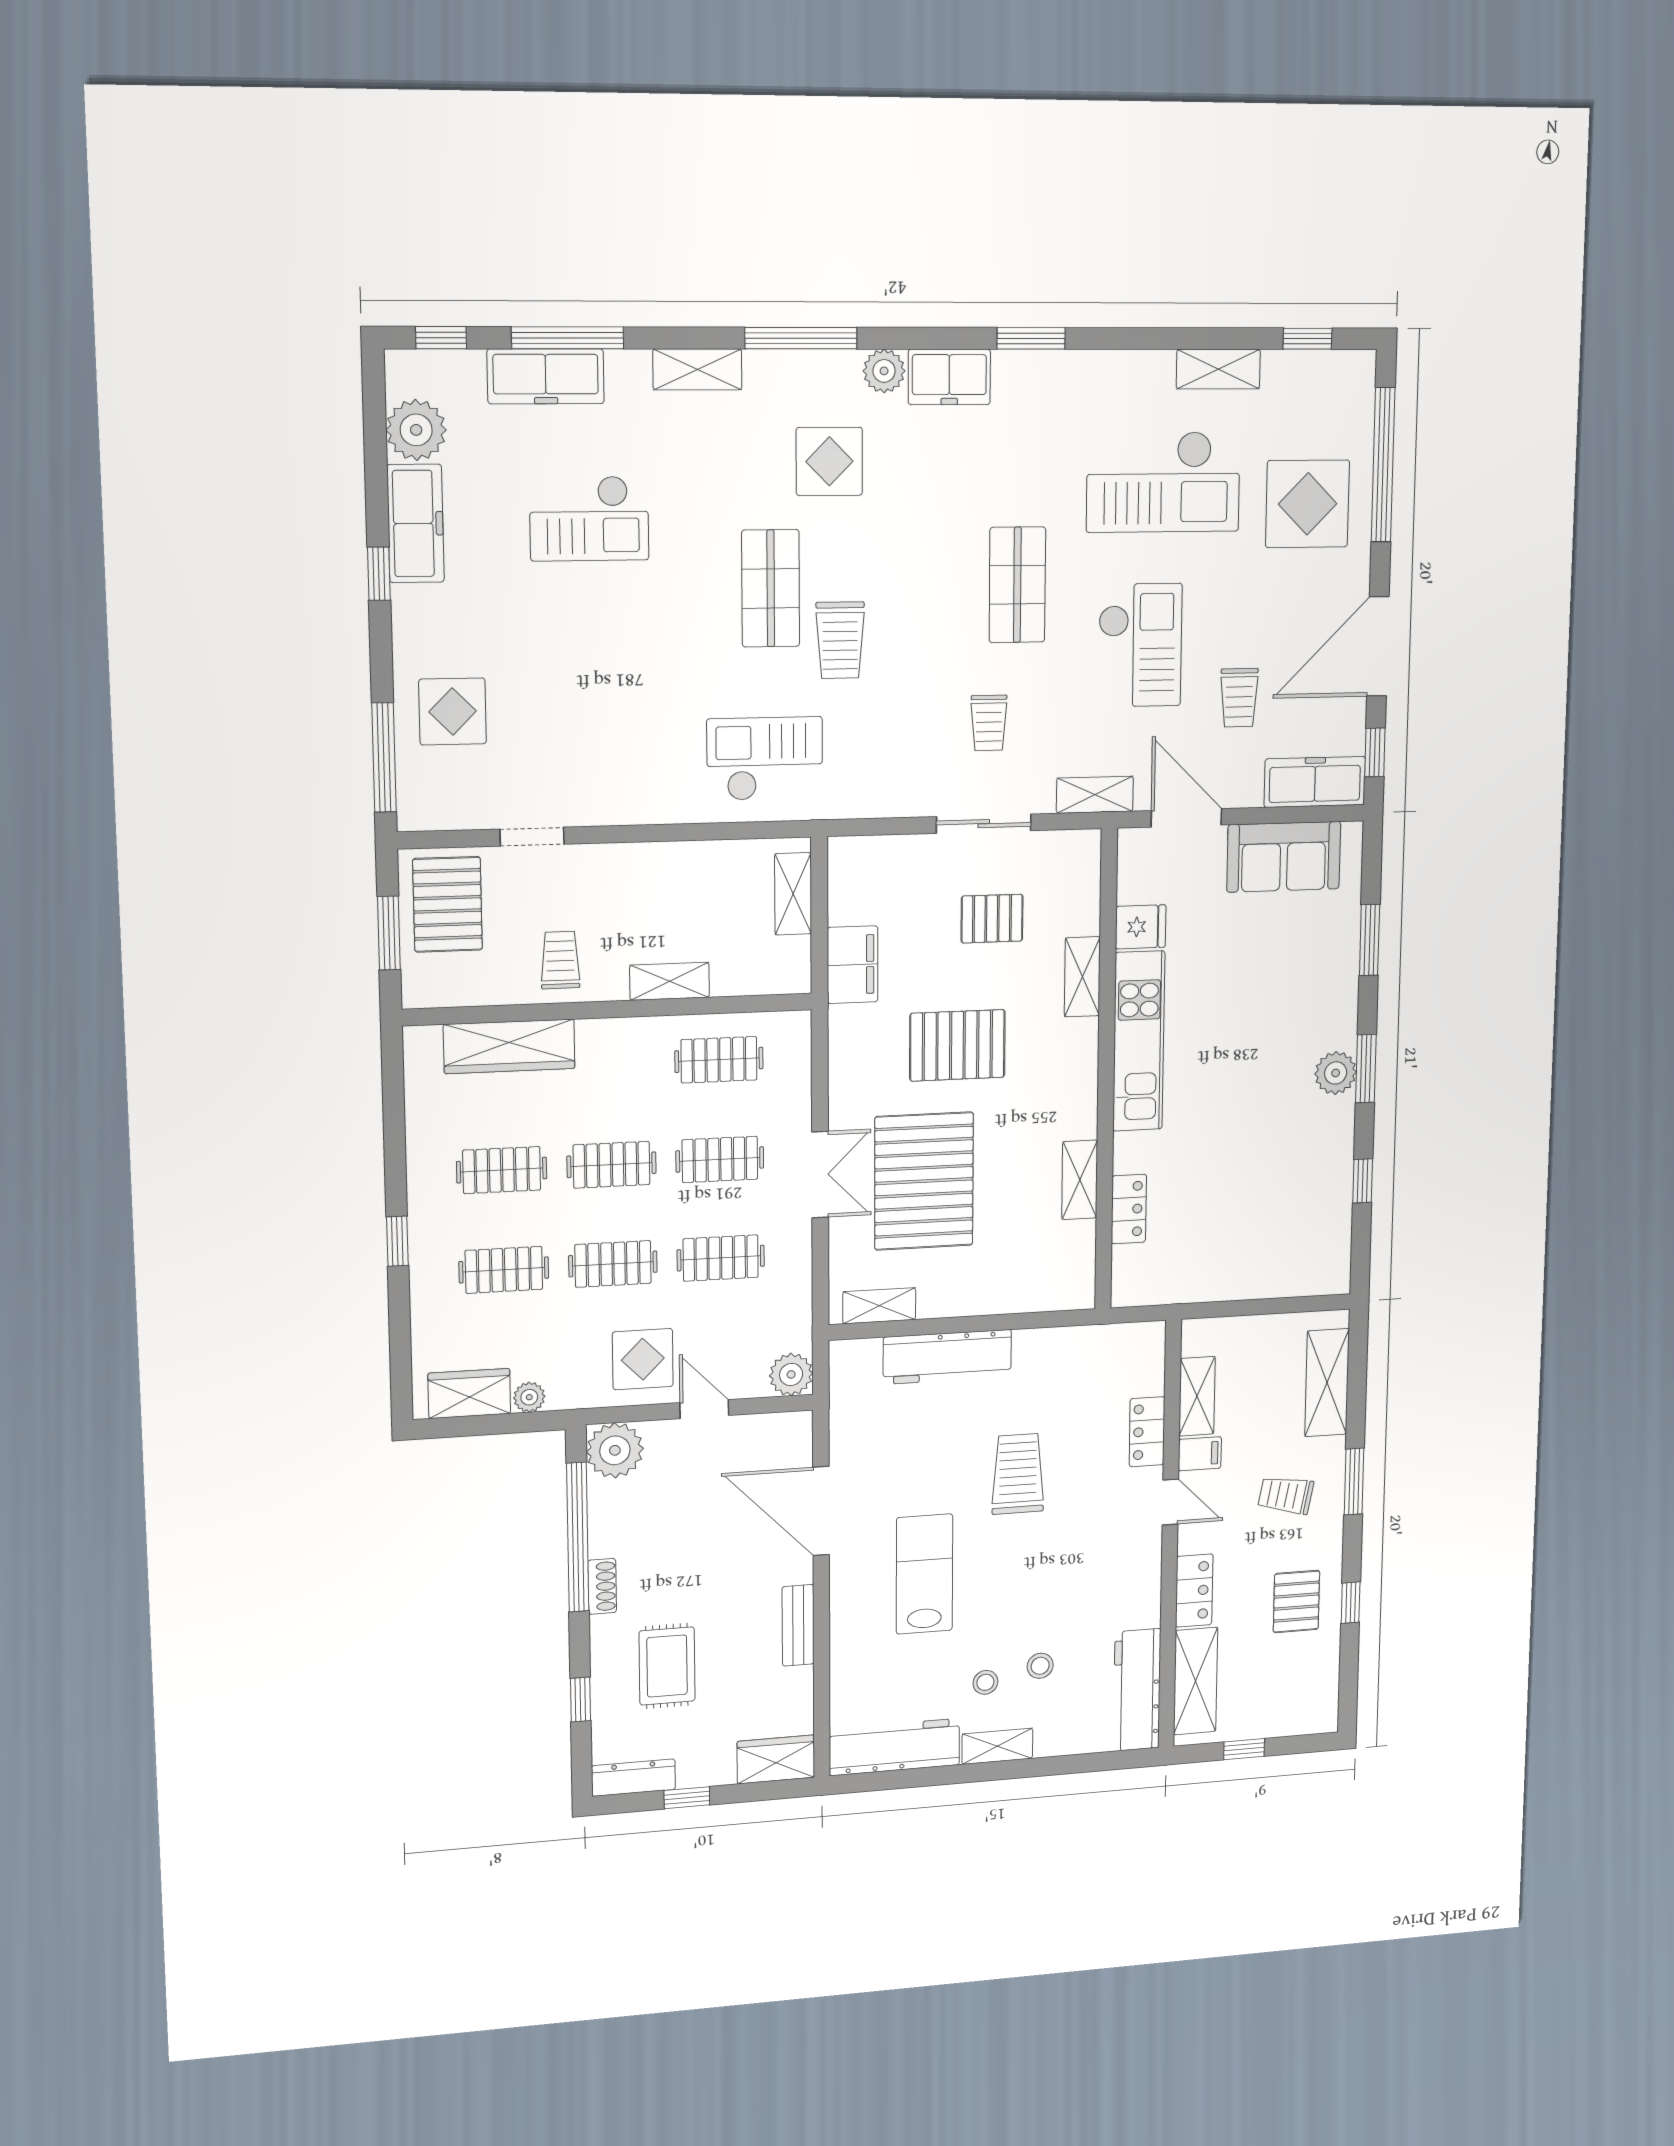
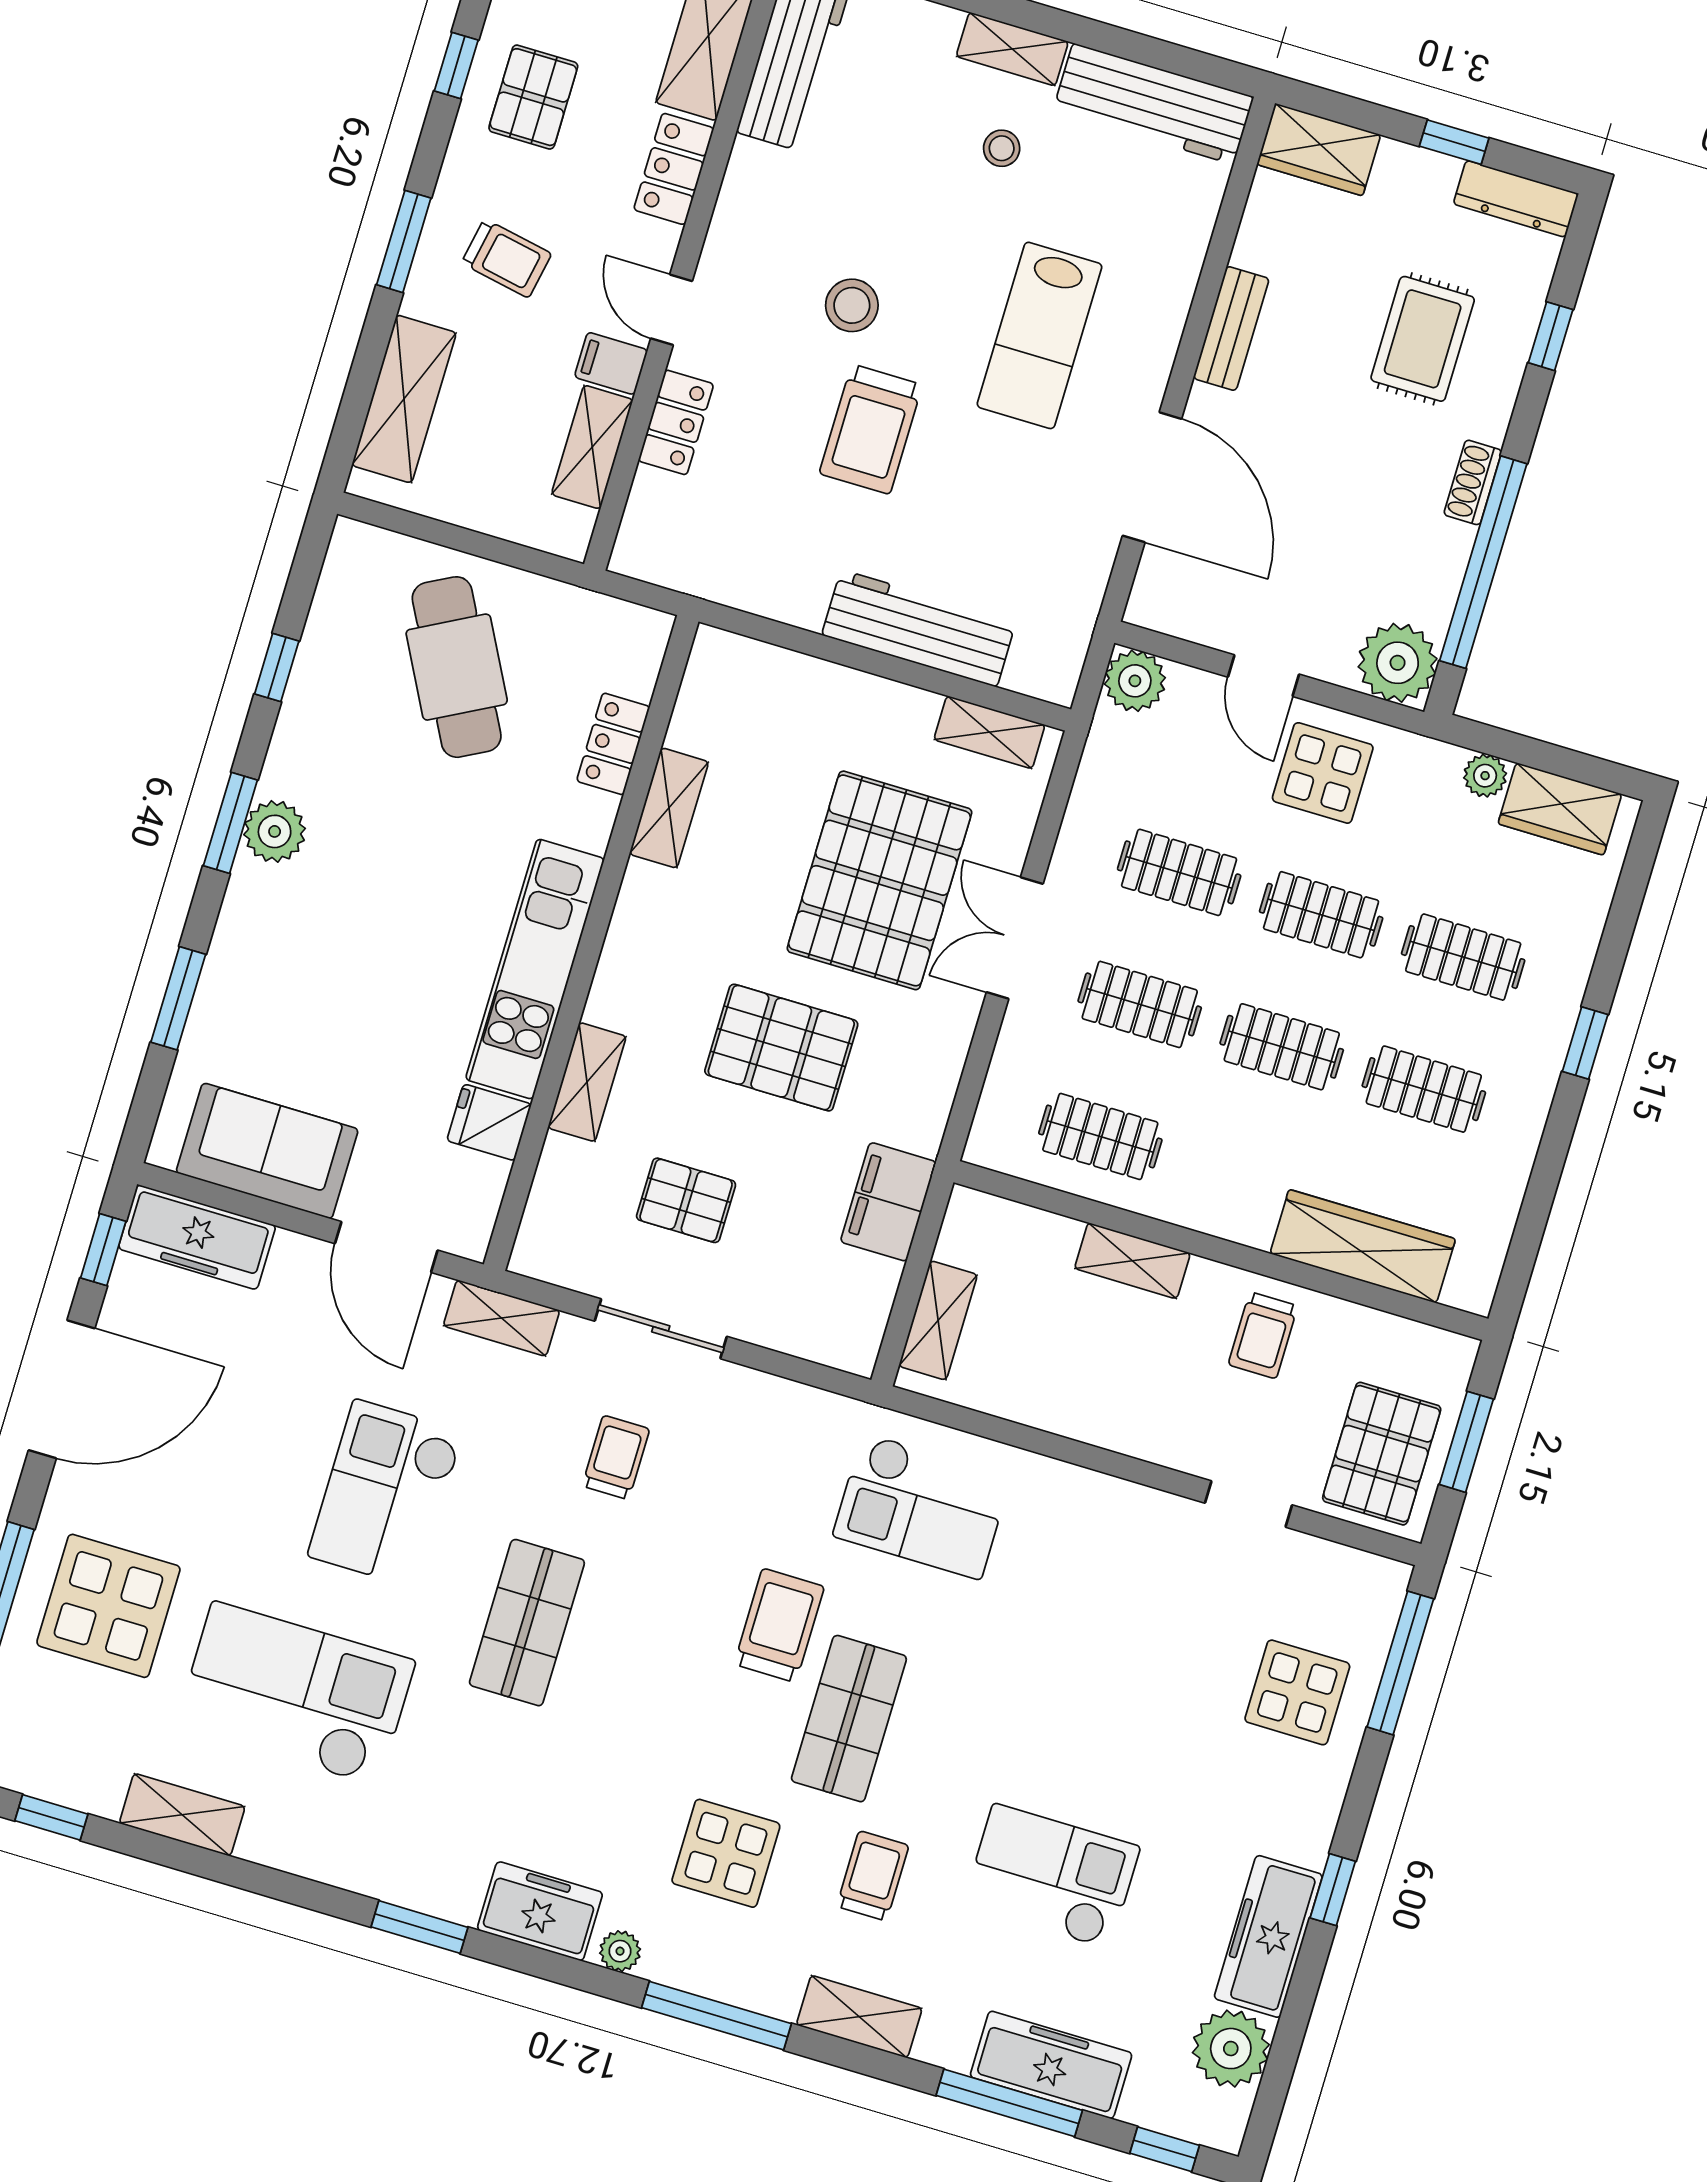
plant: (884, 371) -> (620, 1951), width x0.73, depth x0.73
trolley: (1239, 698) -> (873, 1876), moved
cafe table: (1246, 1223) -> (457, 667), added
stool: (1040, 1666) -> (852, 305), moved, width x1.37, depth x1.37

